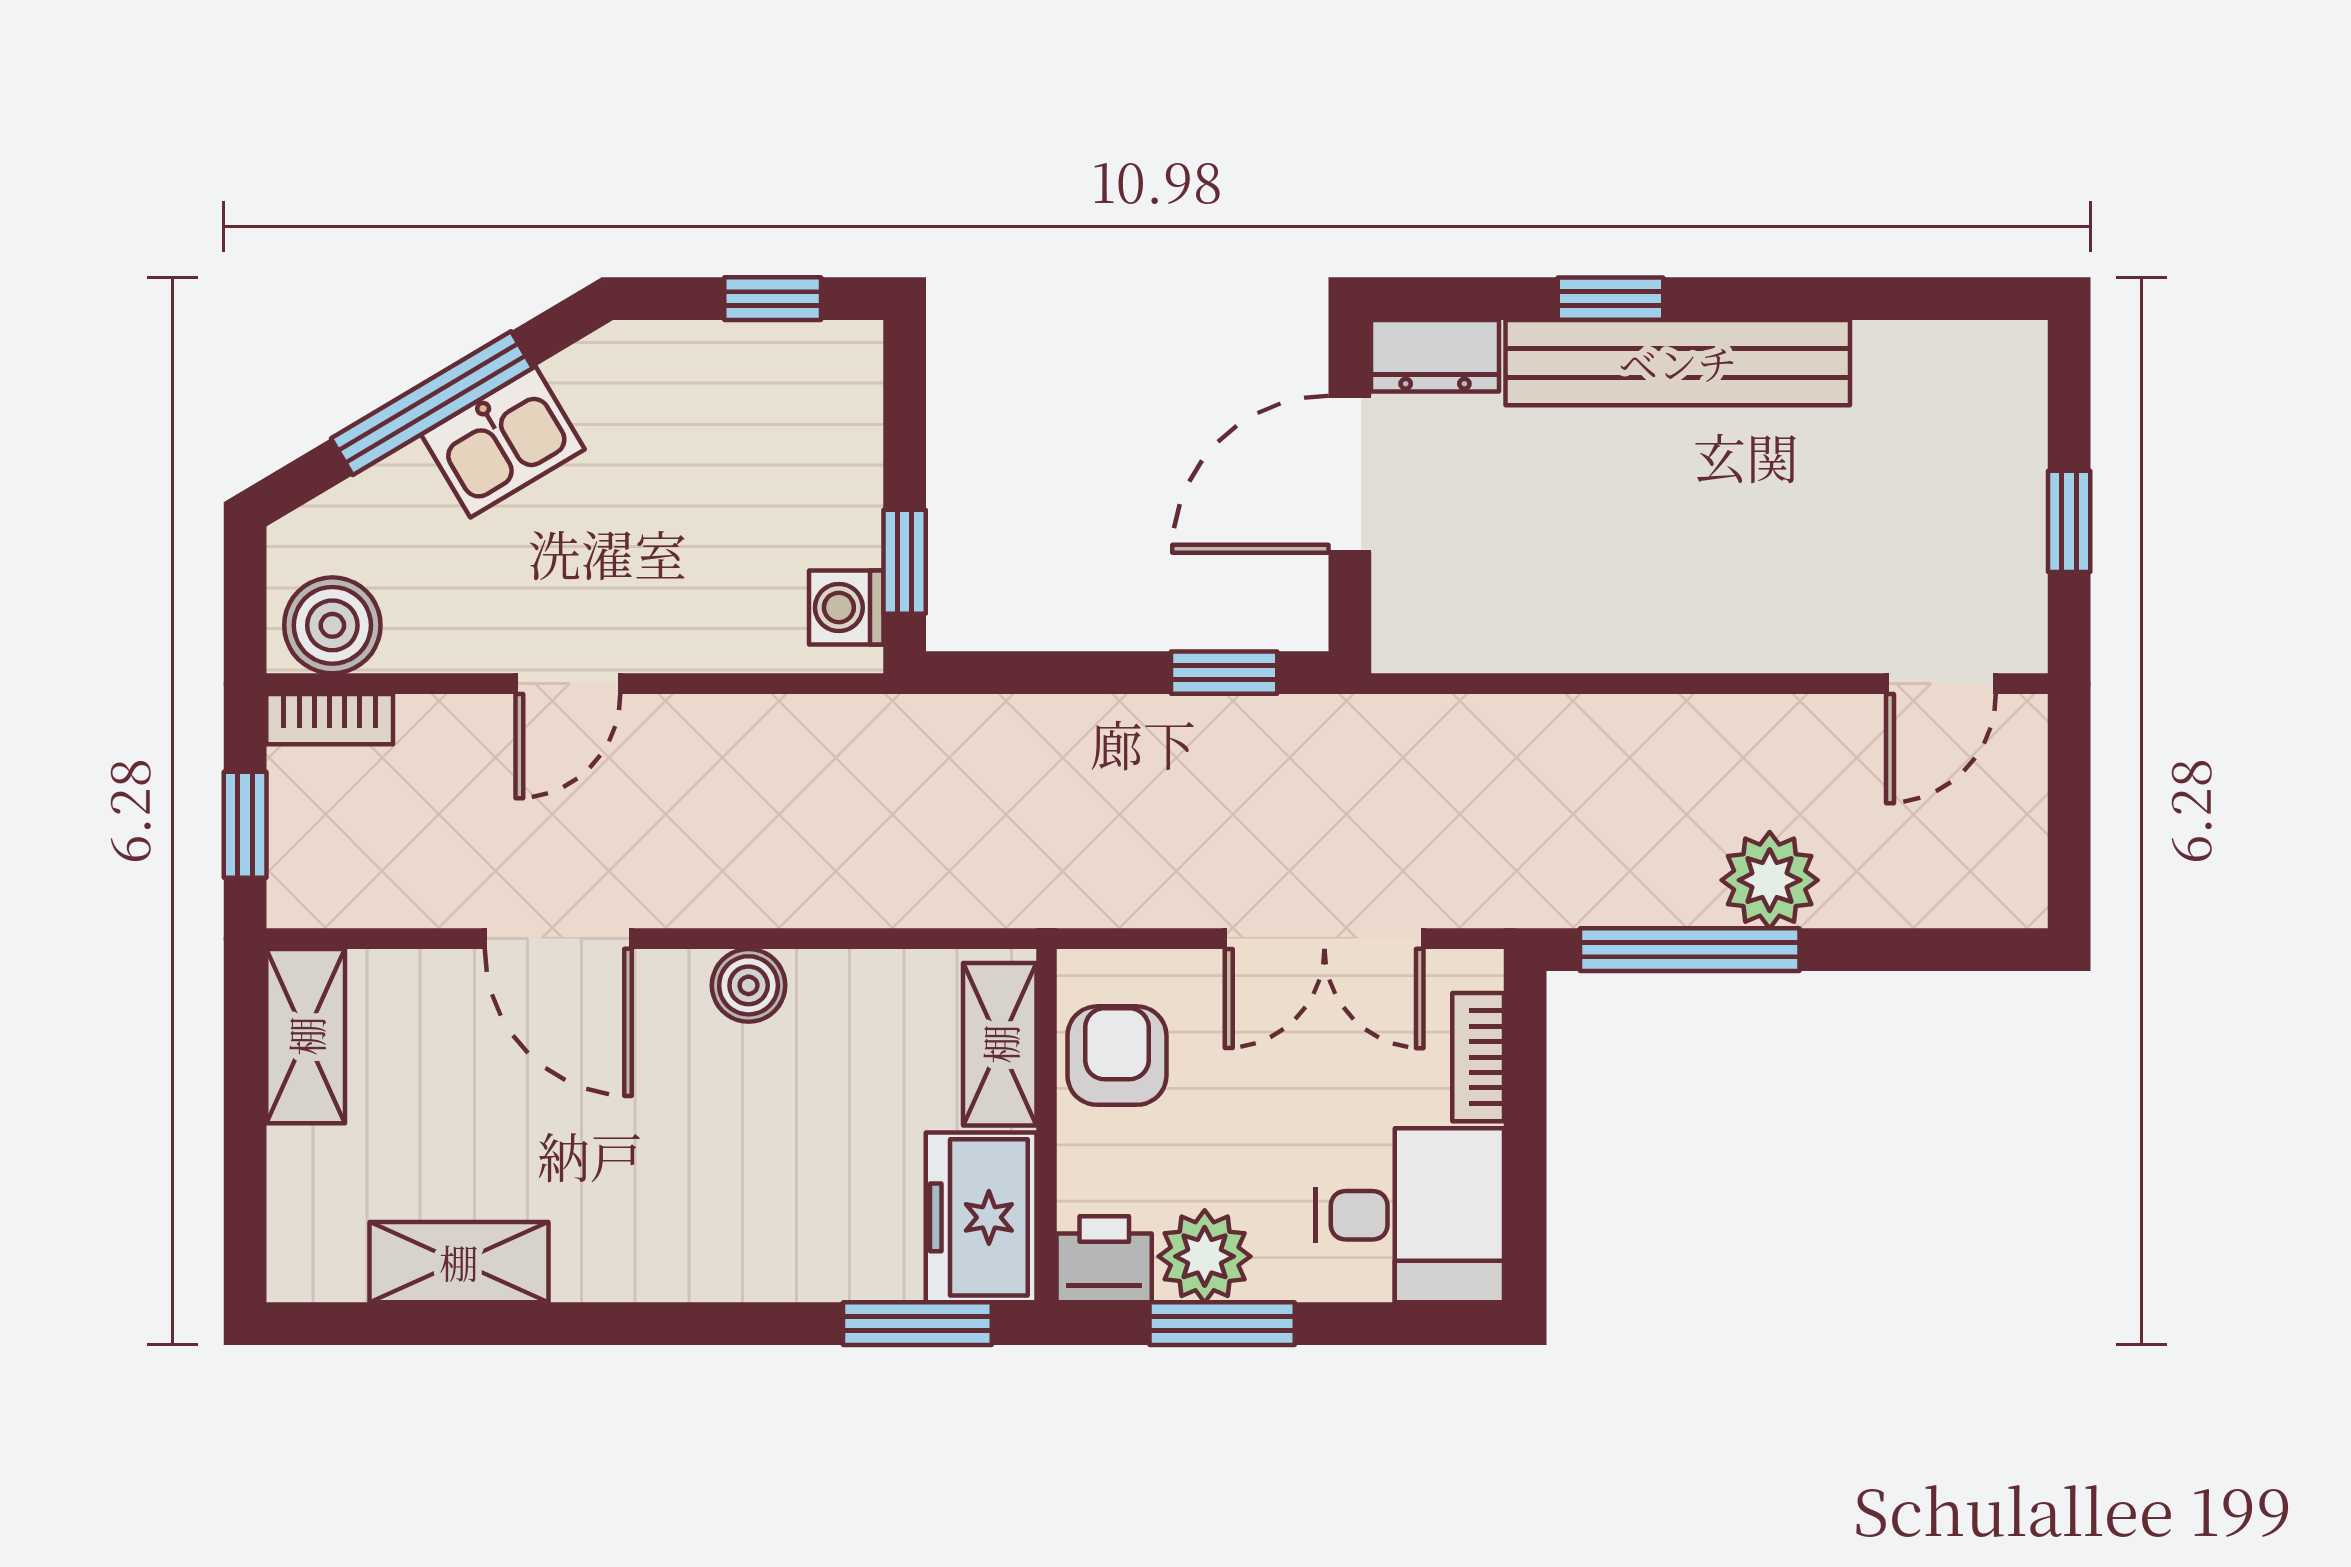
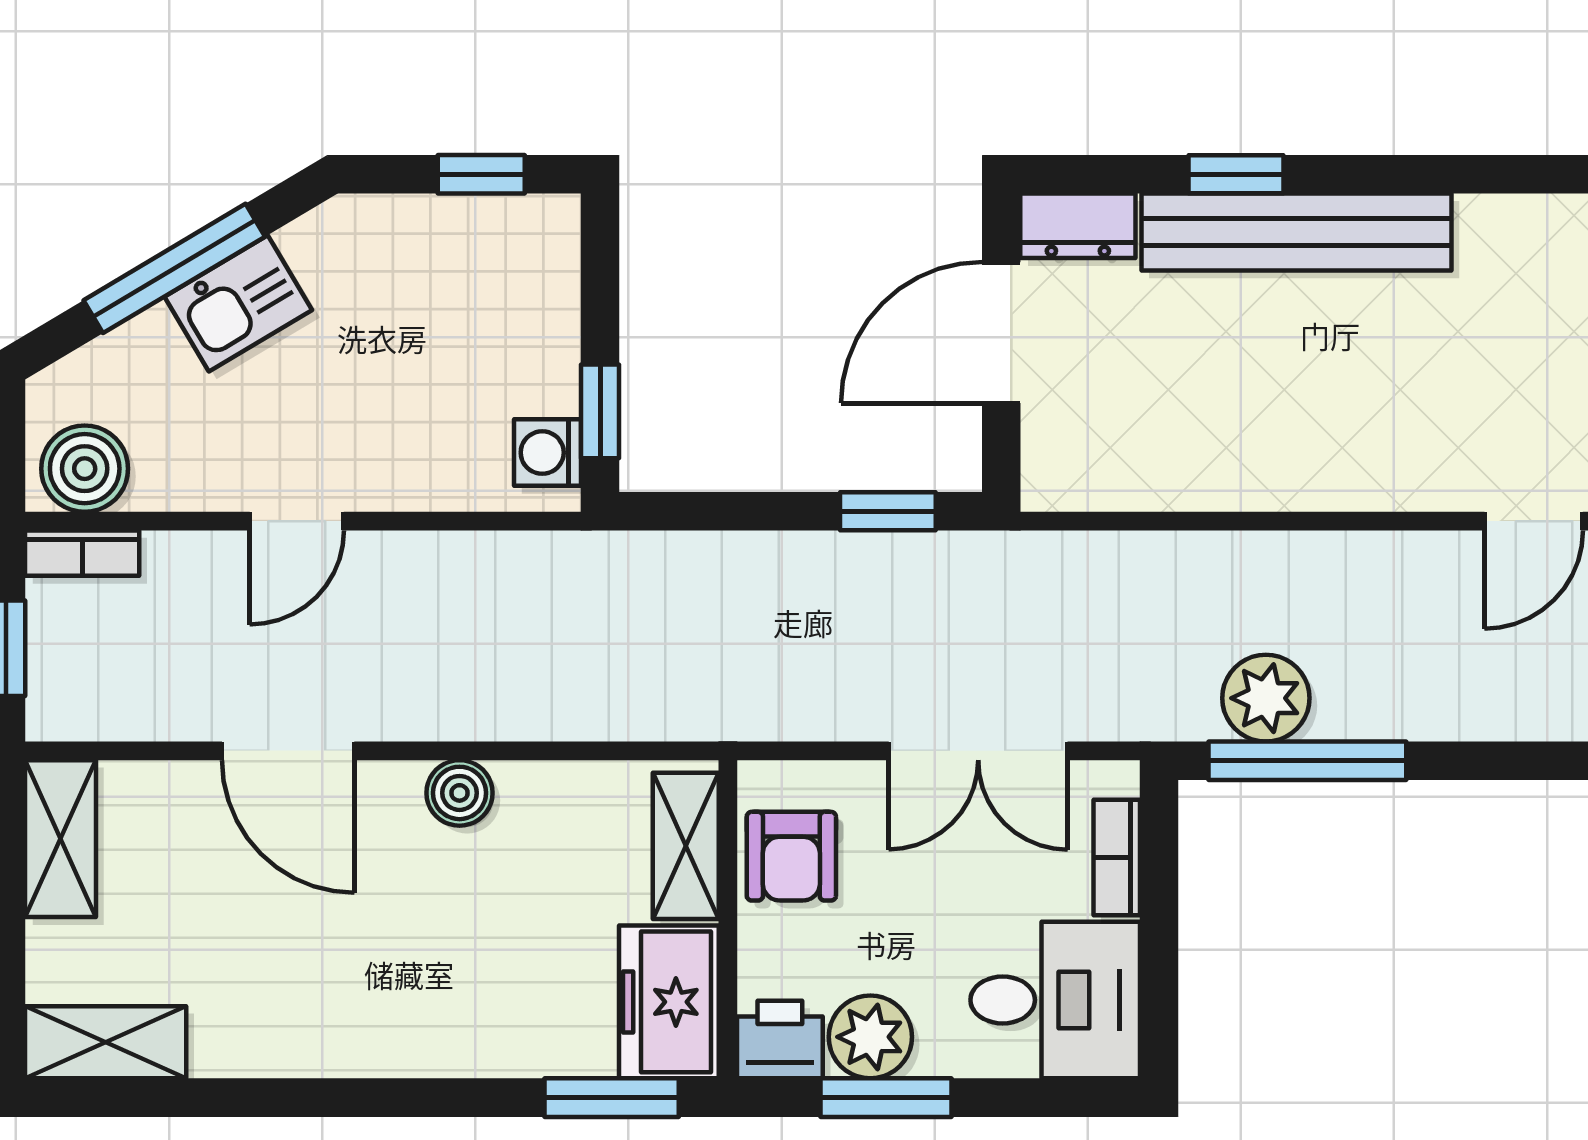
plant: (1770, 880) -> (1266, 698), moved
armchair: (1117, 1056) -> (791, 856), turned 180
shelving: (459, 1262) -> (106, 1042), moved

